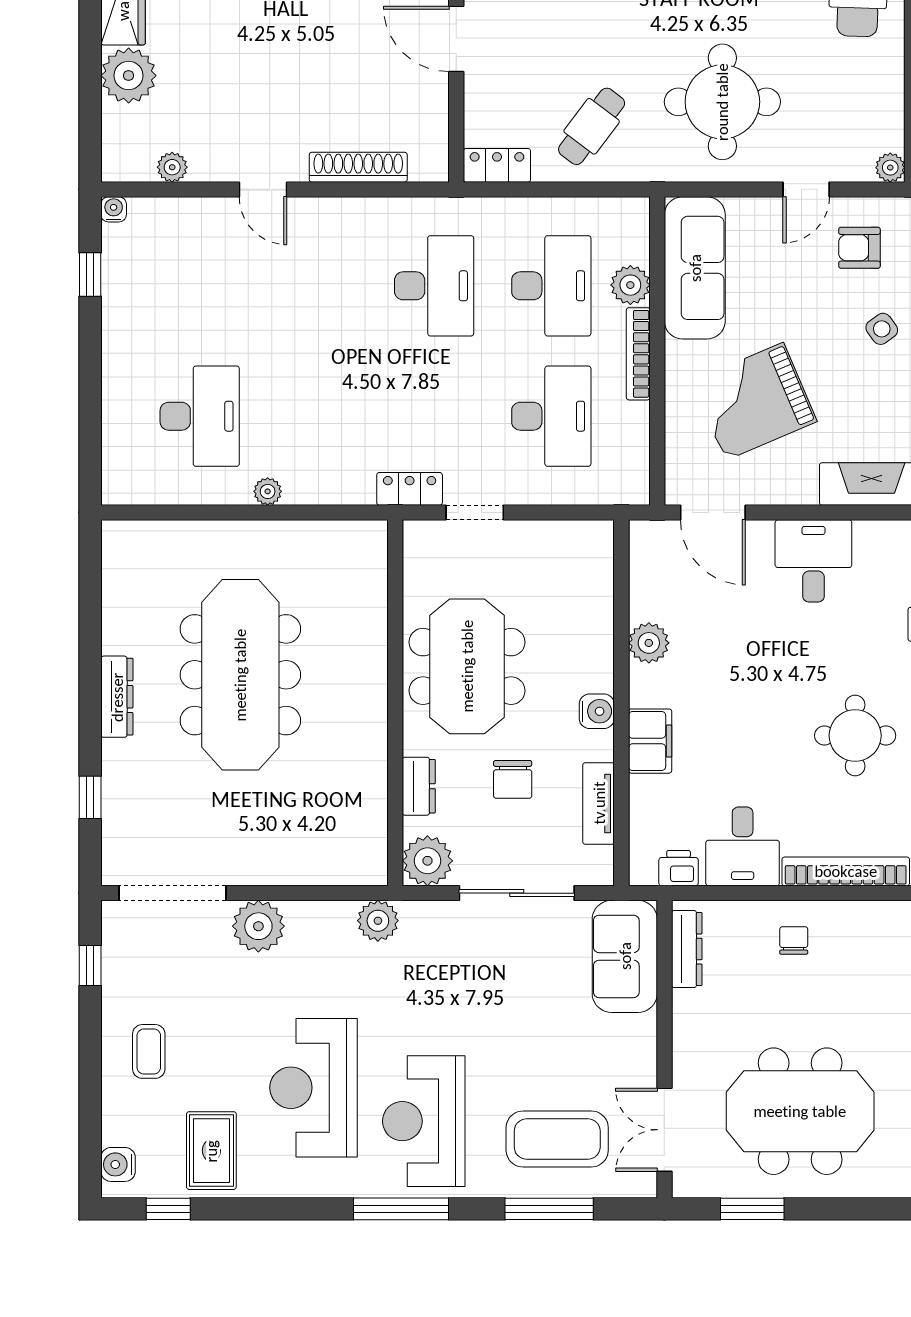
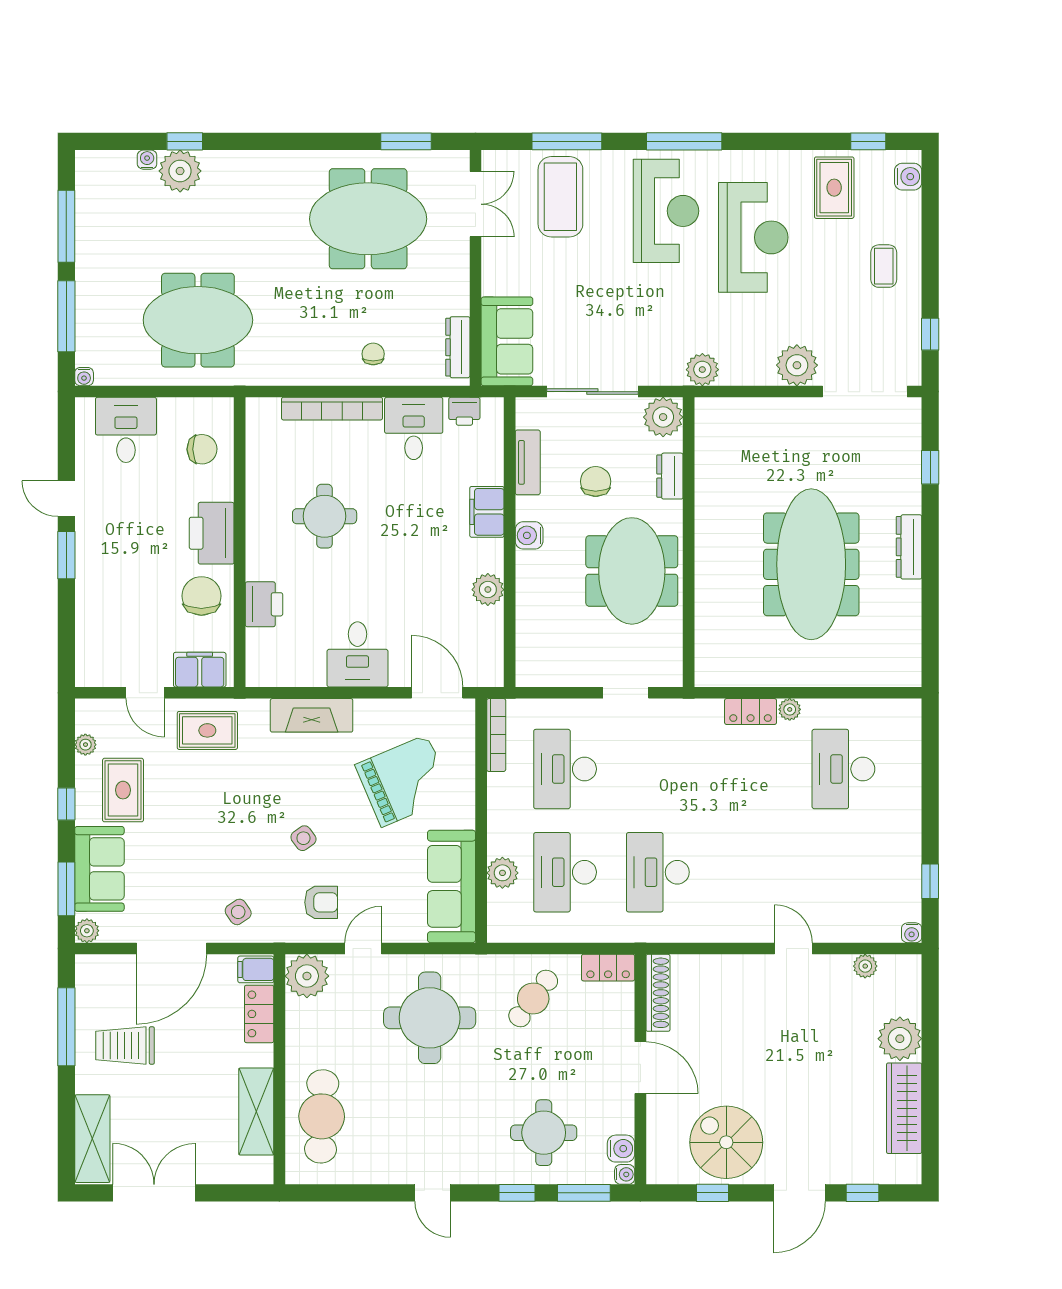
shoe rack: (358, 167) -> (658, 993), moved, turned -90
plant: (890, 168) -> (307, 976), width x1.87, depth x1.87
bookcase: (638, 354) -> (496, 735), moved
locker: (410, 489) -> (751, 711), moved
chair: (794, 940) -> (373, 354), turned 180
coffee table: (557, 1139) -> (560, 197), turned 90

